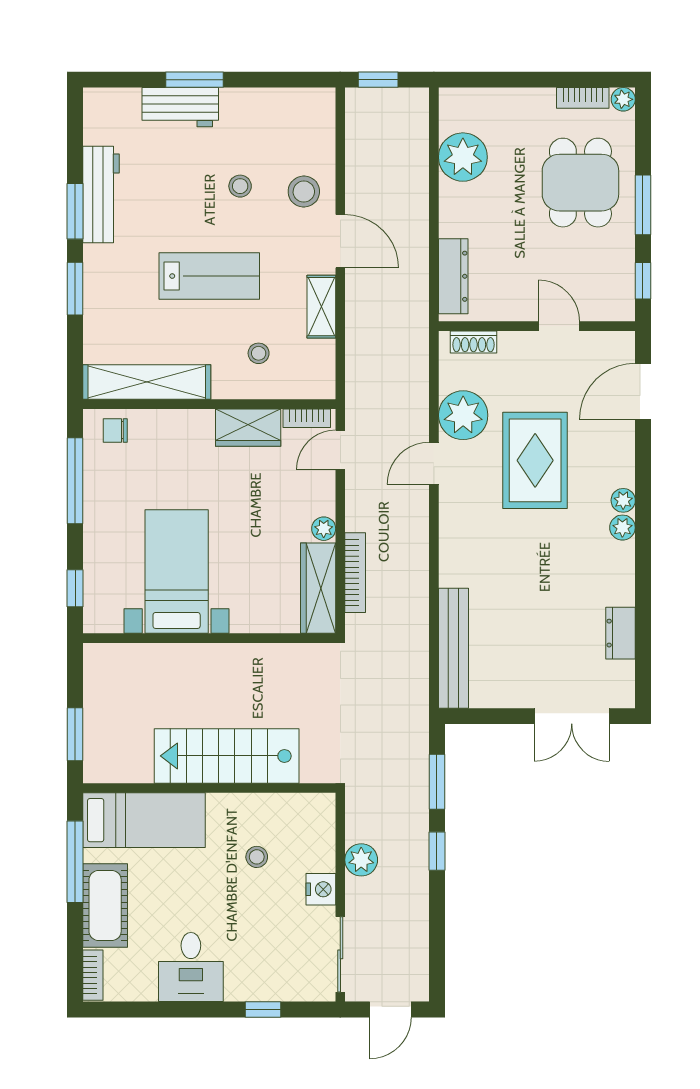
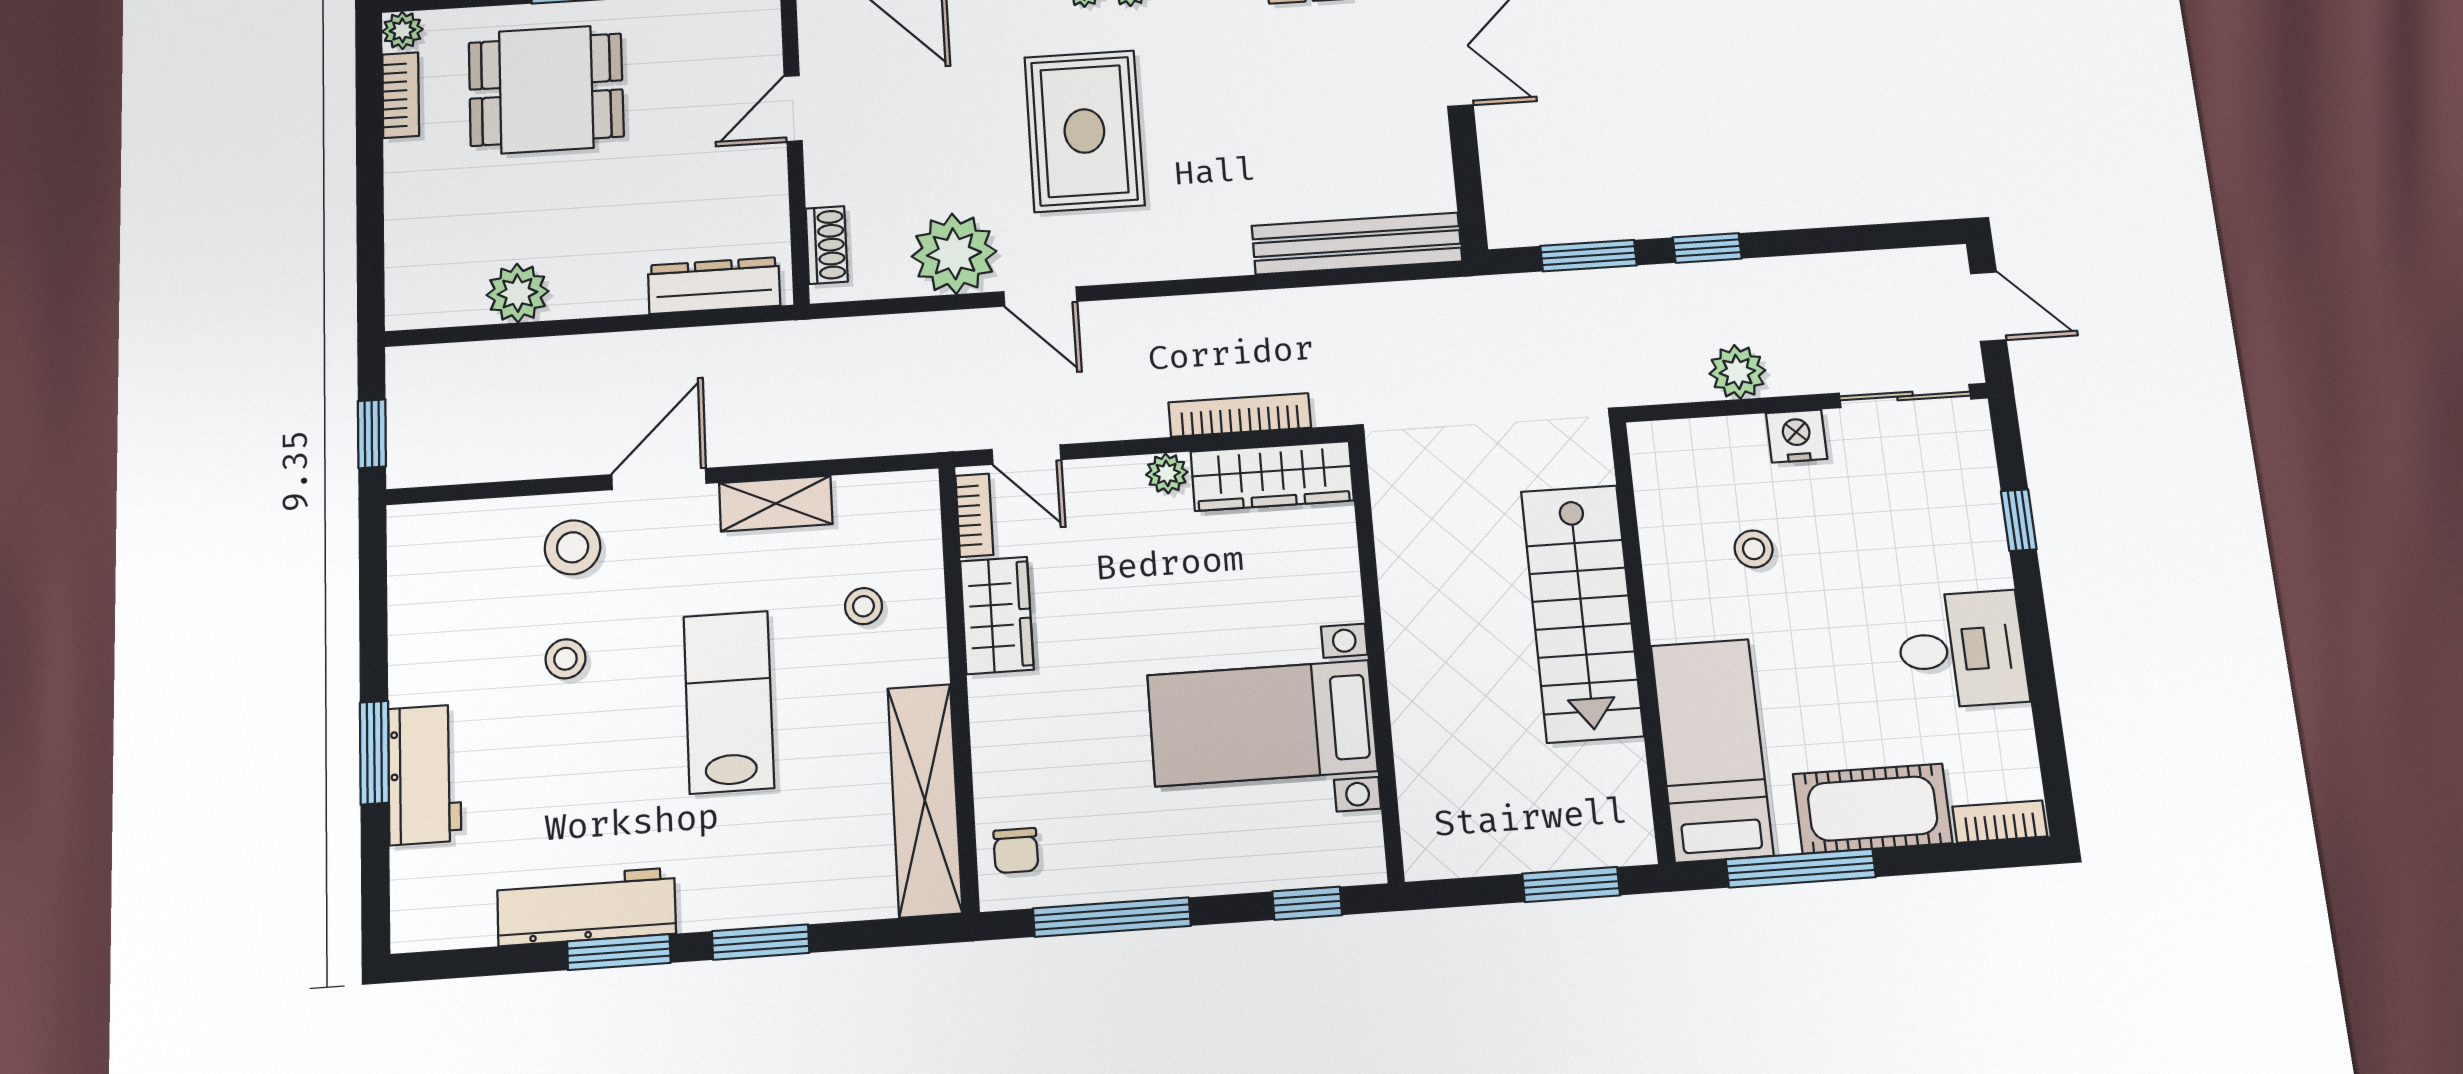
plant: (463, 157) -> (518, 293), width x0.73, depth x0.73
rug: (535, 460) -> (1084, 131), moved, turned 90

